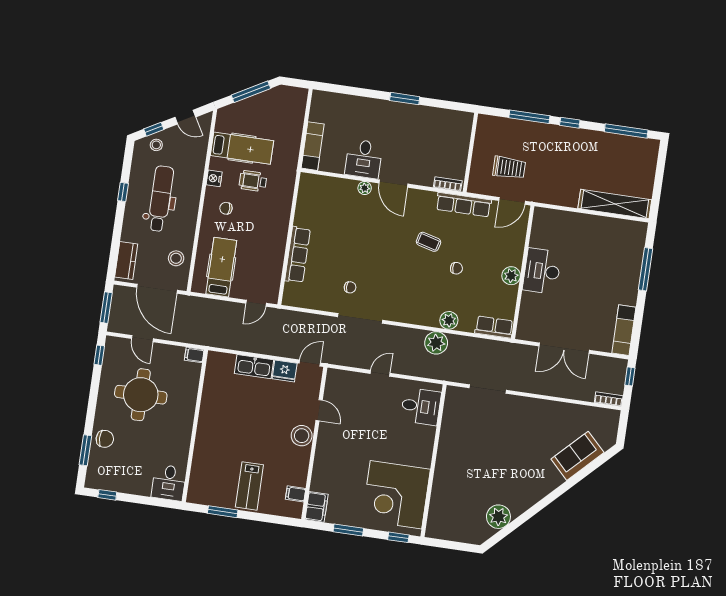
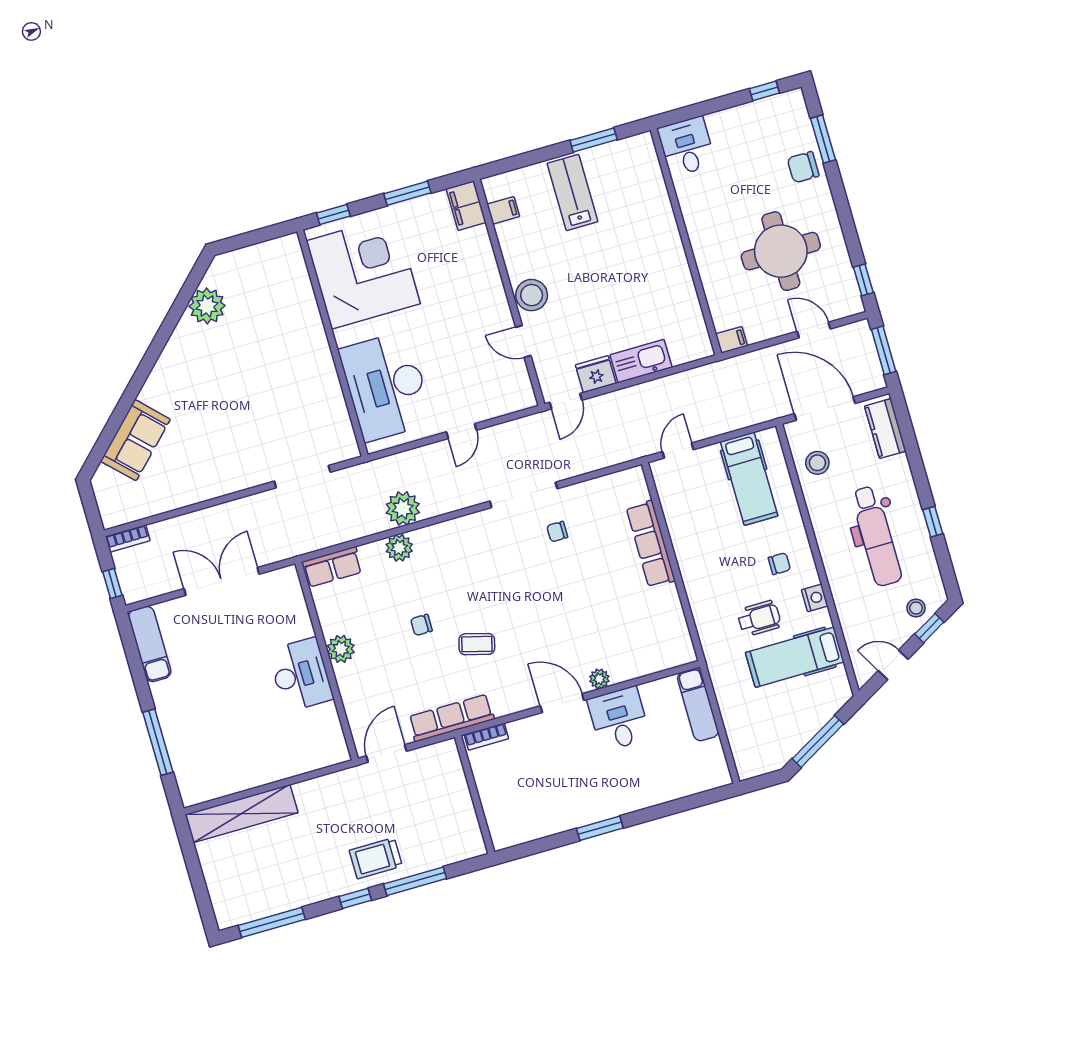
trolley: (509, 168) -> (376, 858), moved
desk: (421, 406) -> (386, 386), width x1.87, depth x1.30

